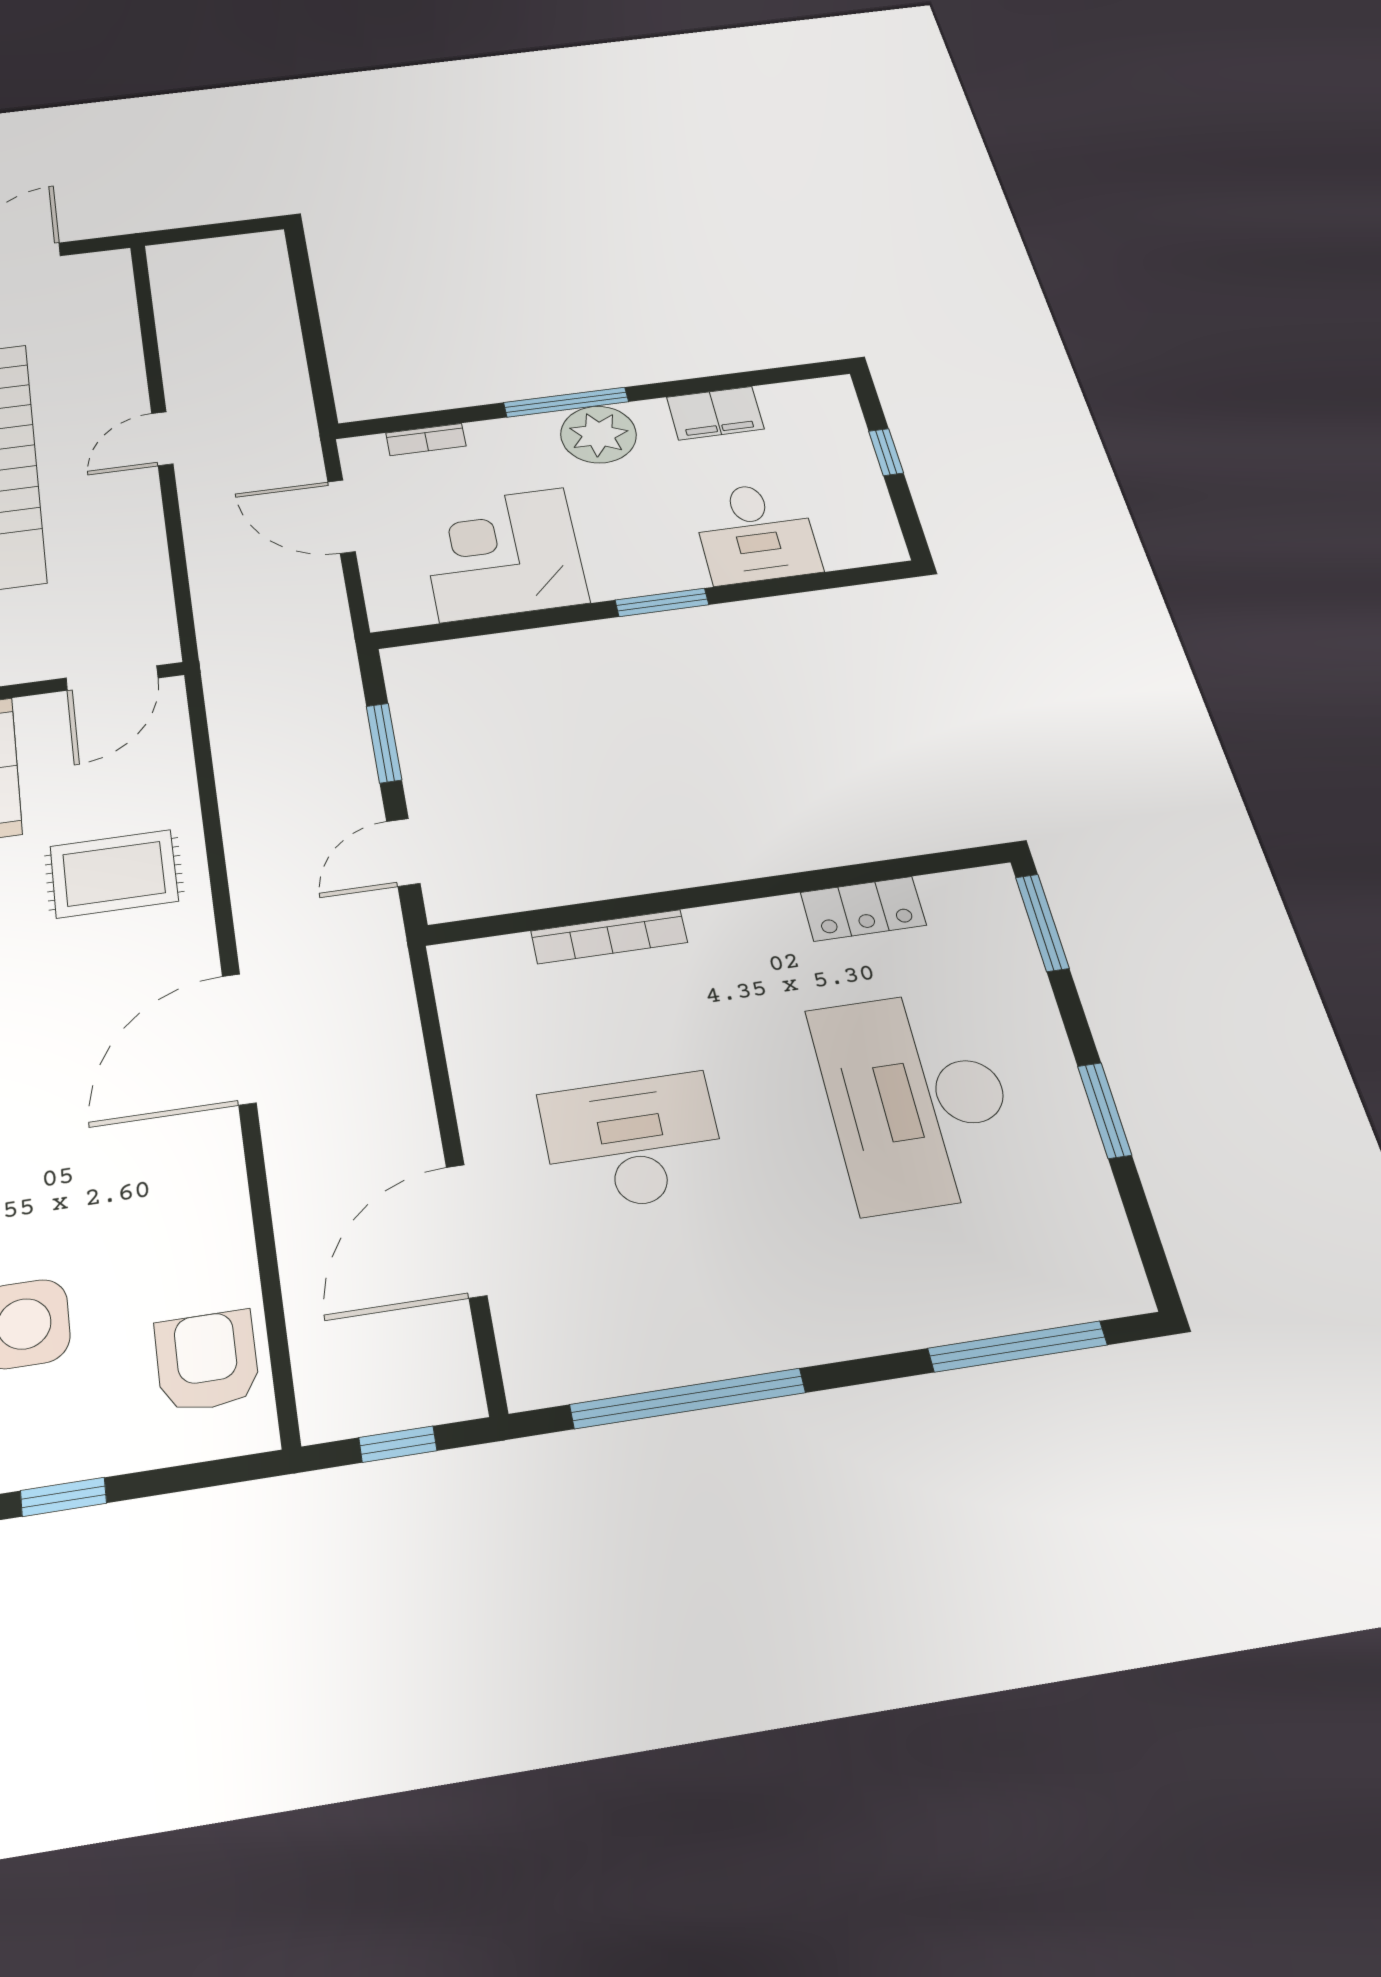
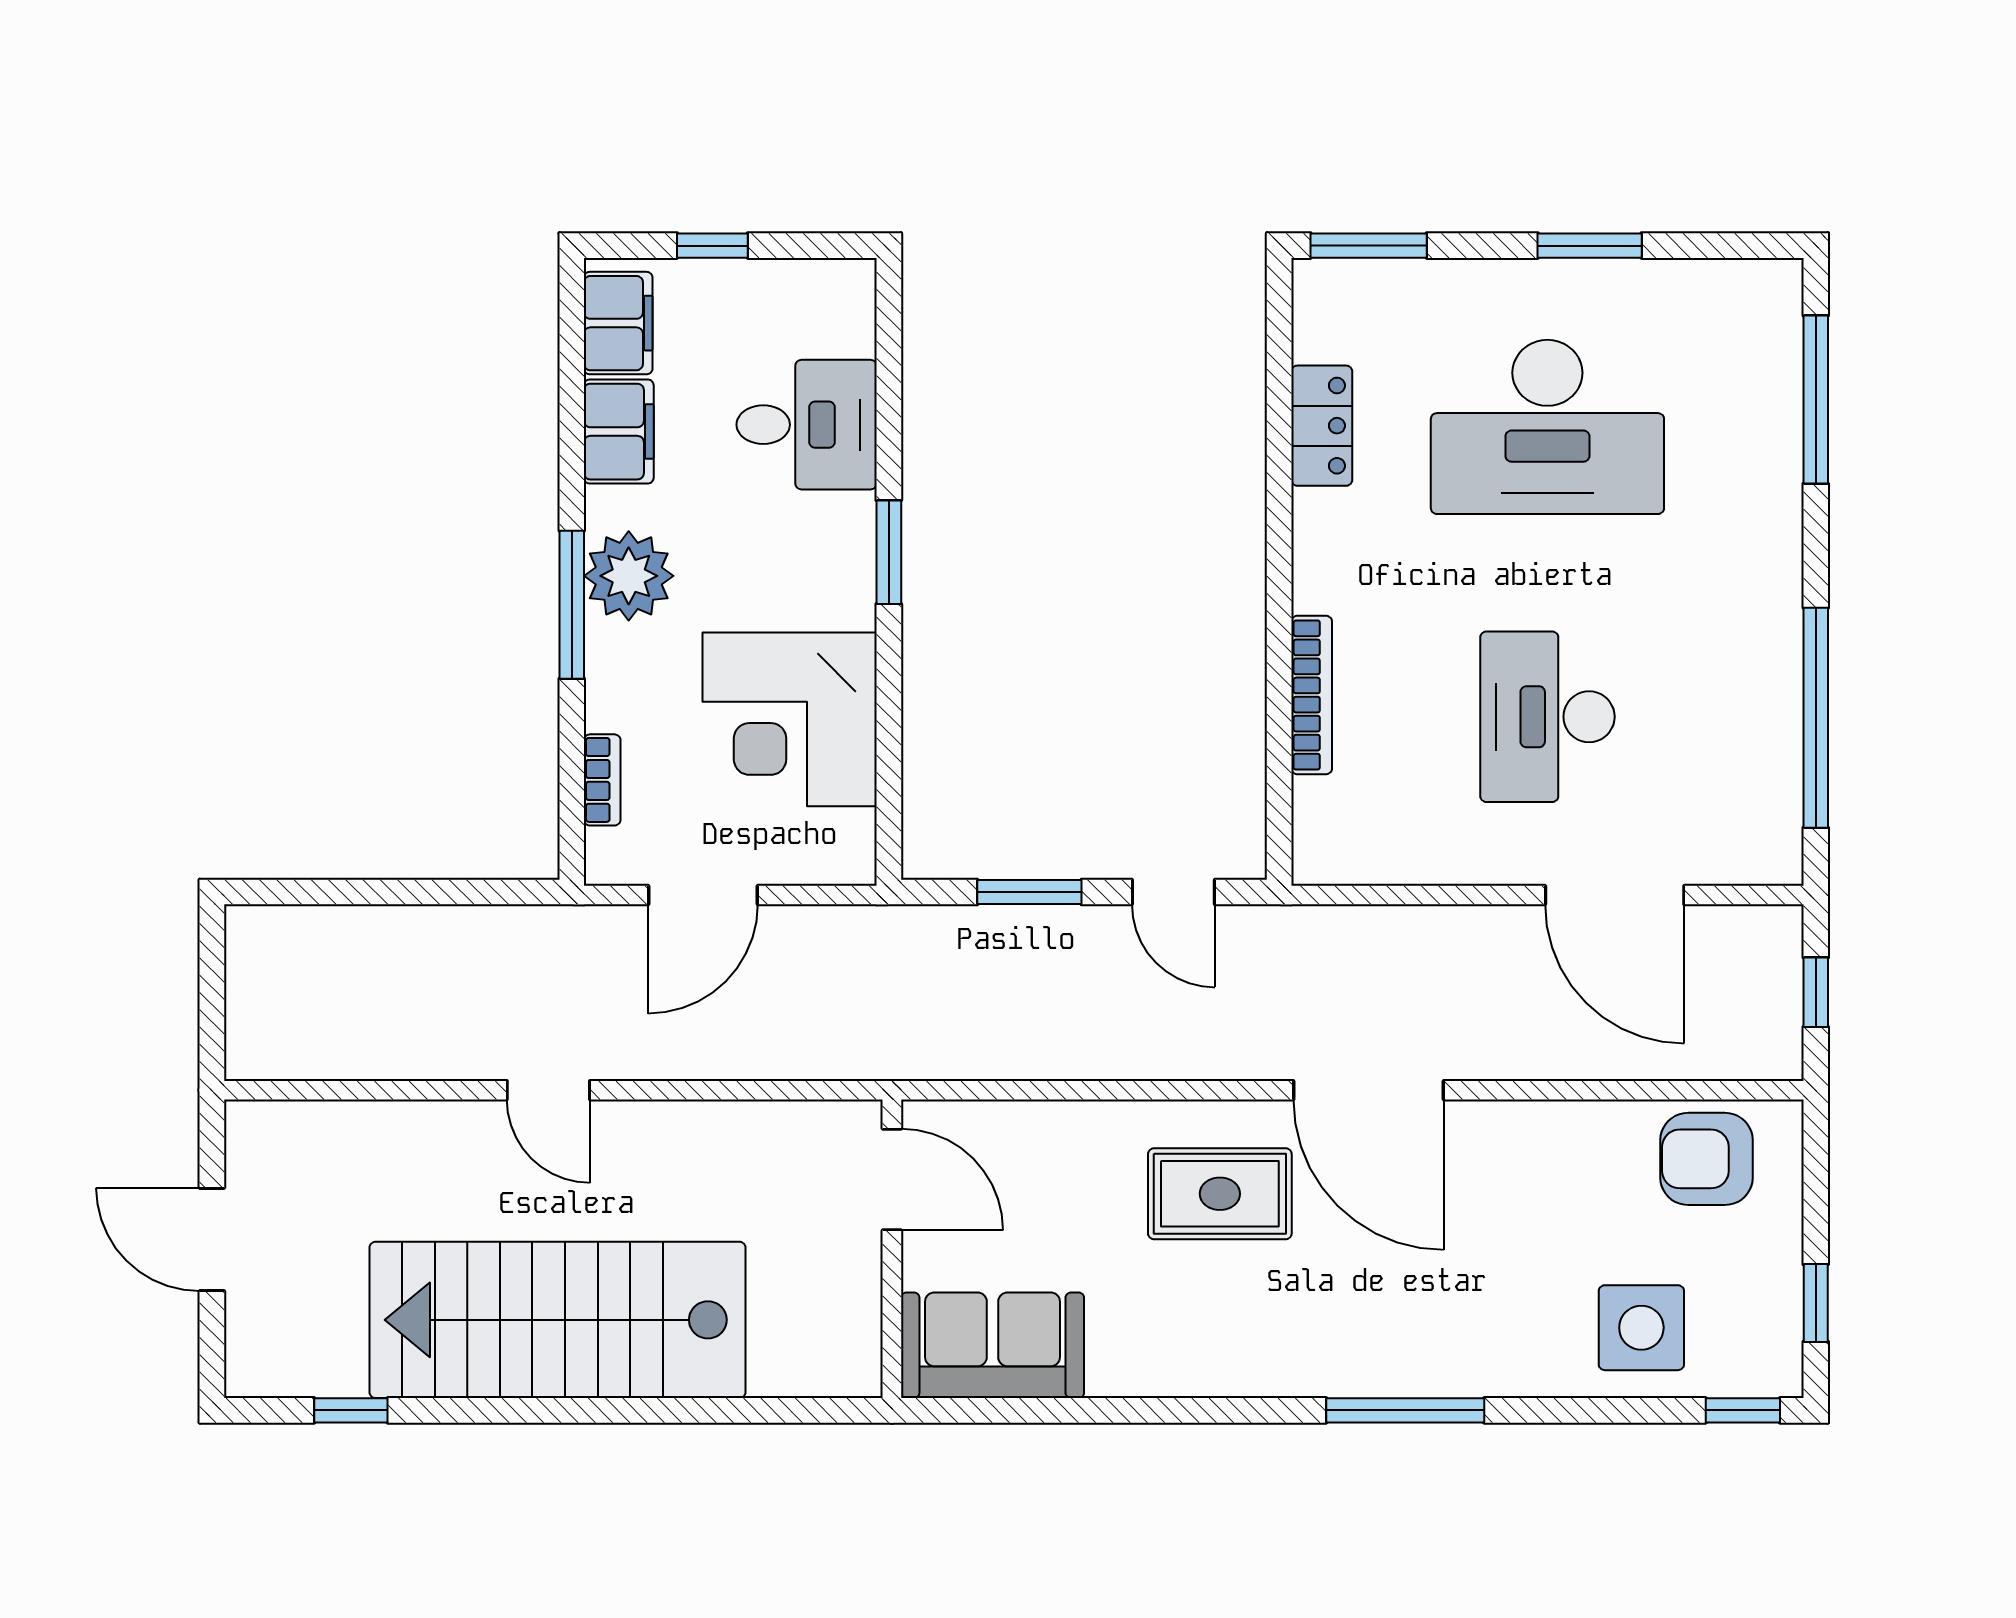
filing cabinet: (804, 401) -> (618, 323), added
rug: (114, 874) -> (1220, 1194), moved, turned 90

